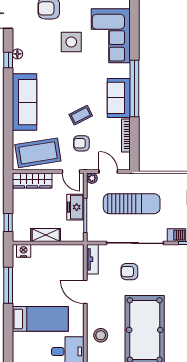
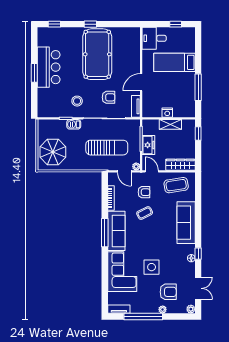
window: (134, 89) -> (105, 233), width x0.68
sofa: (119, 98) -> (116, 231), width x1.36
coffee table: (38, 153) -> (176, 185), width x0.73, depth x0.76
sun lounger: (132, 204) -> (107, 148), turned 180
nightstand: (24, 251) -> (167, 113), moved
door: (85, 292) -> (141, 82), swing flipped
stool: (101, 335) -> (77, 101), moved

